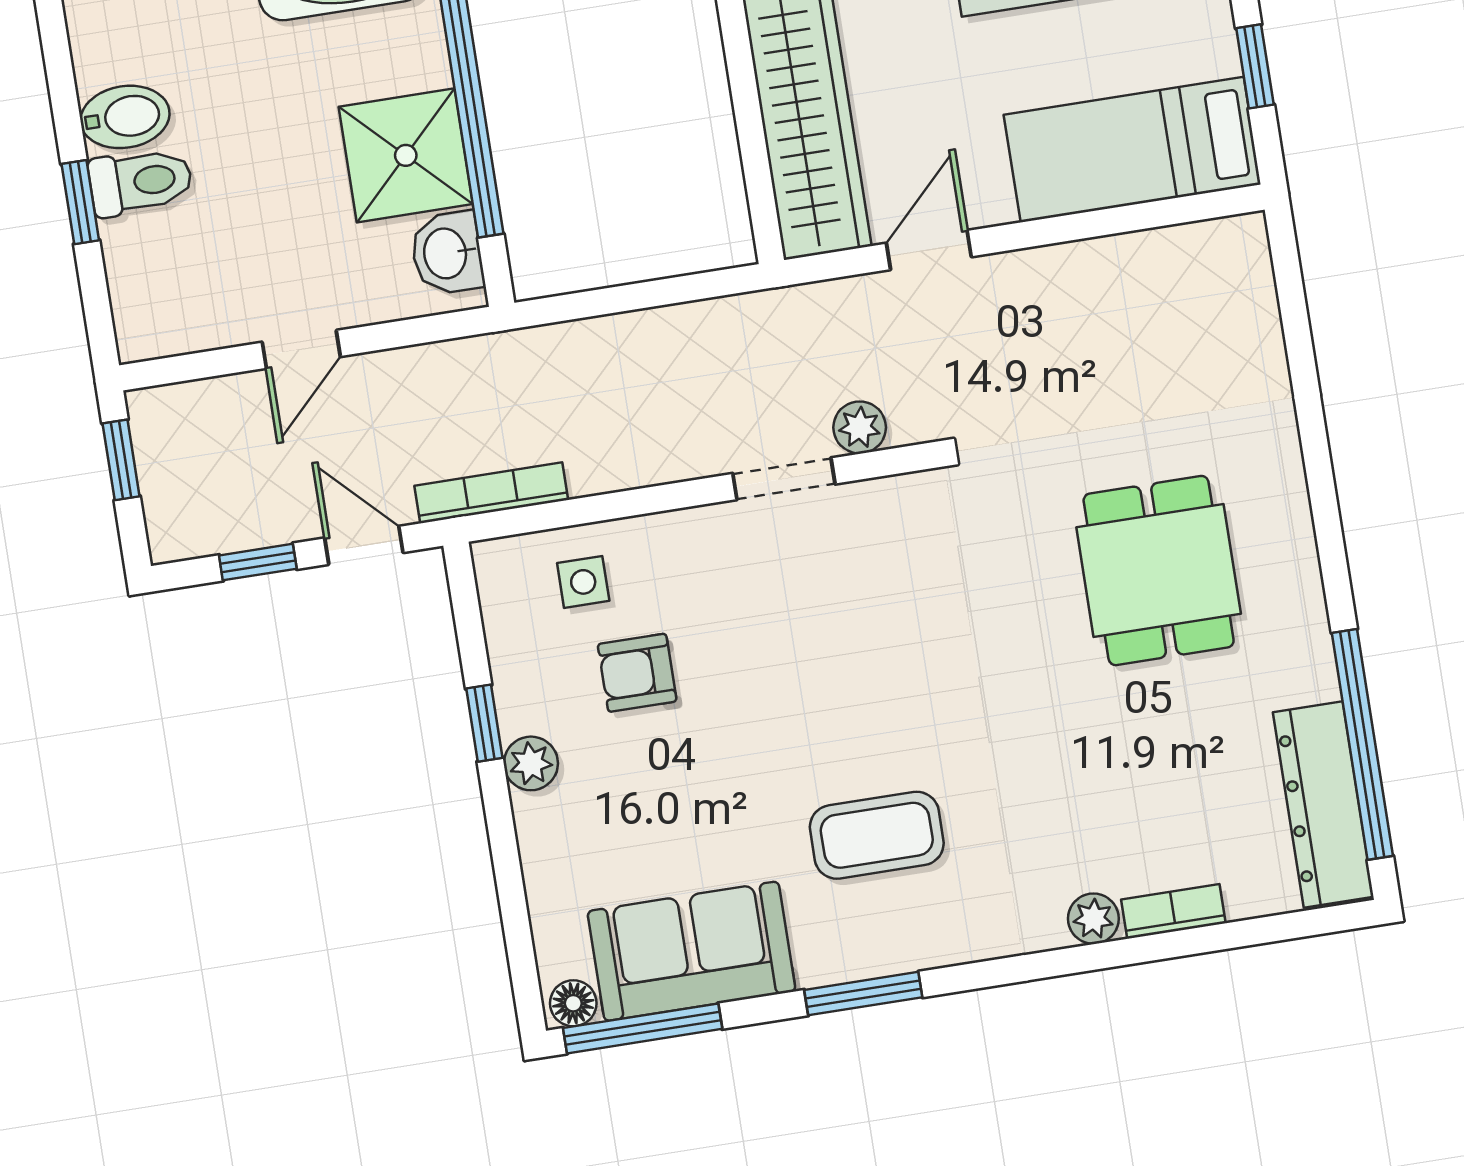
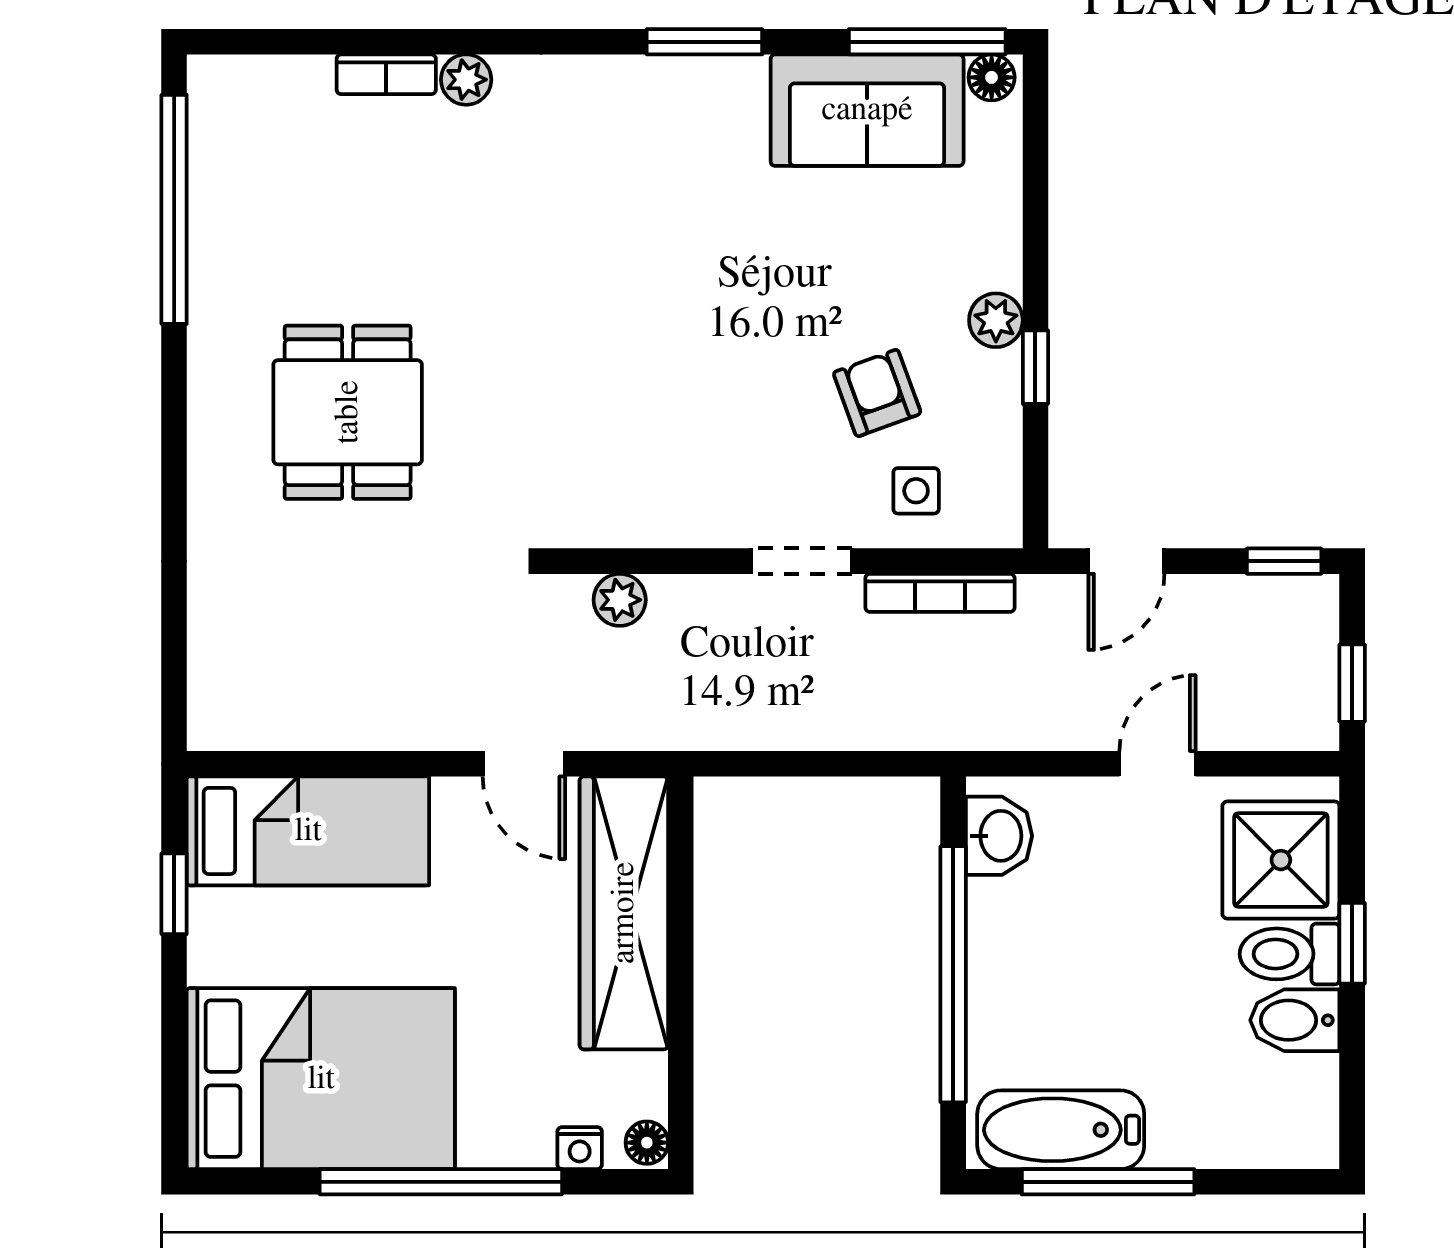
shower: (406, 155) -> (1281, 860), moved
door: (929, 250) -> (524, 764), hinge flipped
doorway: (784, 479) -> (801, 561), moved
bookcase: (491, 493) -> (940, 593), moved
door: (364, 545) -> (1126, 561), hinge flipped
window: (258, 562) -> (1284, 561), moved
armchair: (637, 673) -> (877, 393), turned -110
dresser: (1323, 804) -> (222, 156), removed
coffee table: (877, 835) -> (666, 196), removed

